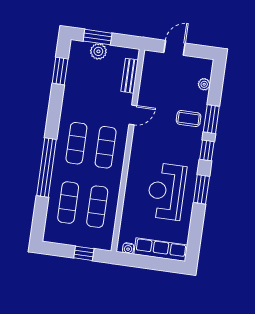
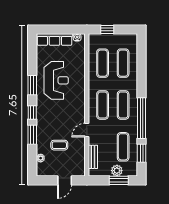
exercise mat: (85, 84) -> (123, 147), added
coffee table: (189, 119) -> (59, 145), moved
window: (46, 167) -> (141, 118), moved

